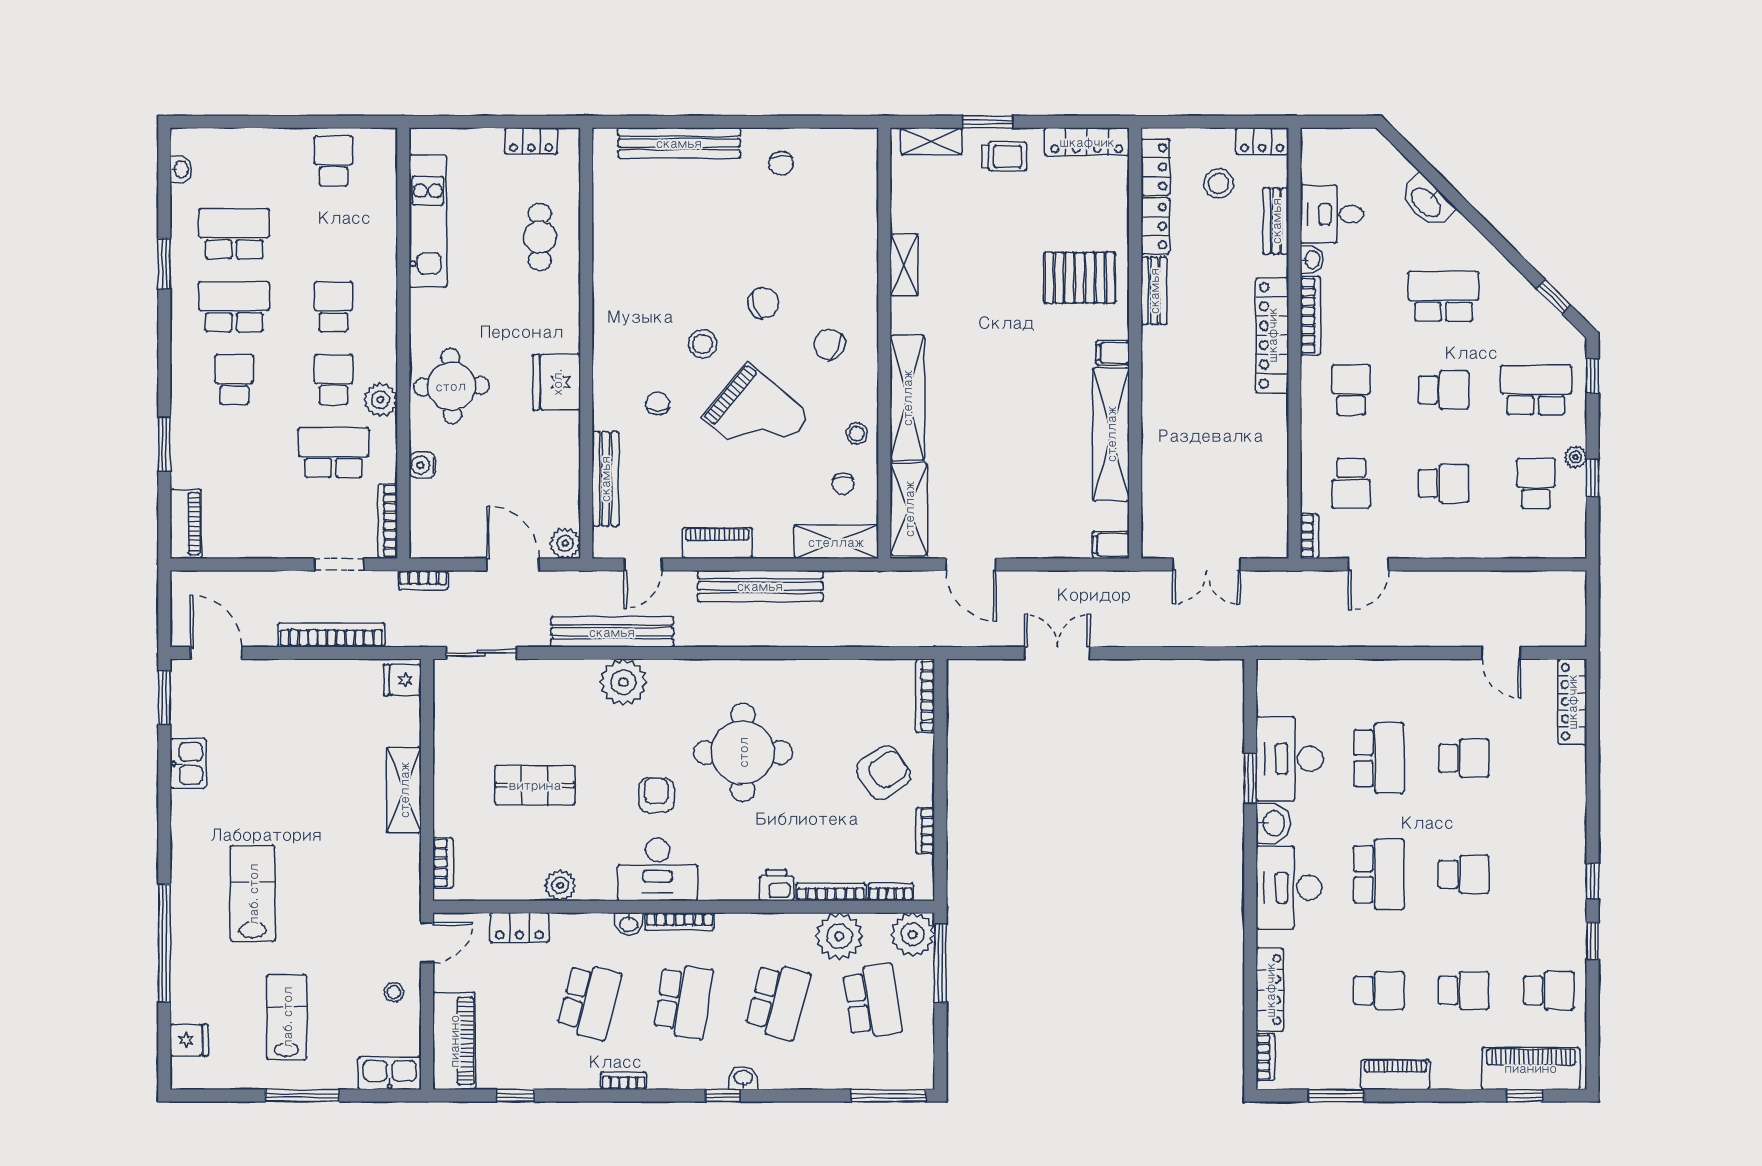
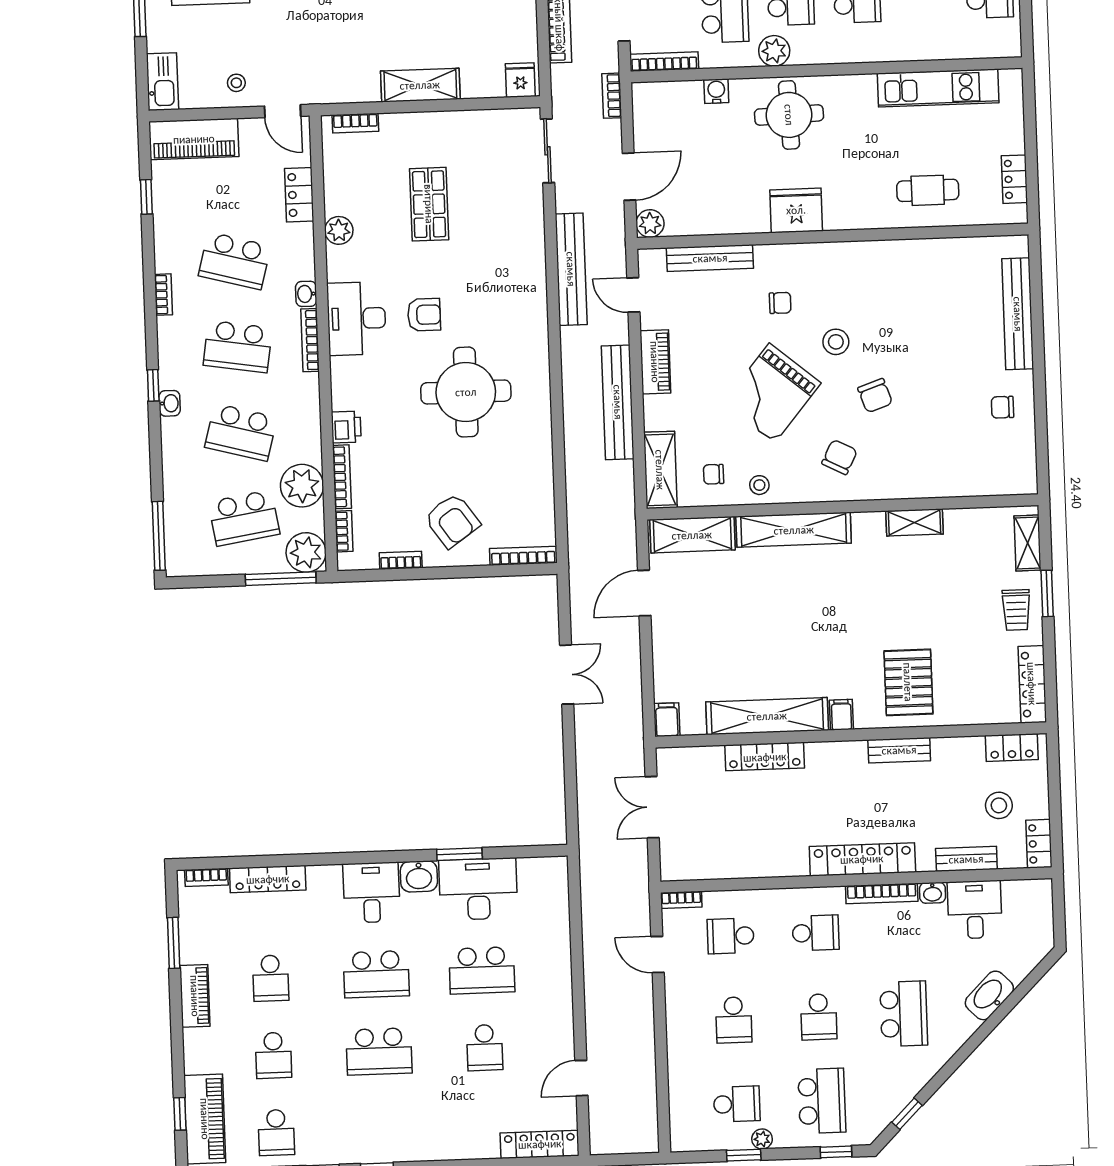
locker: (1155, 226) -> (765, 757), moved, width x1.53
plant: (623, 682) -> (526, 281), removed
school desk: (1464, 874) -> (379, 1051), width x1.85
desk: (1289, 888) -> (371, 892), width x0.73

